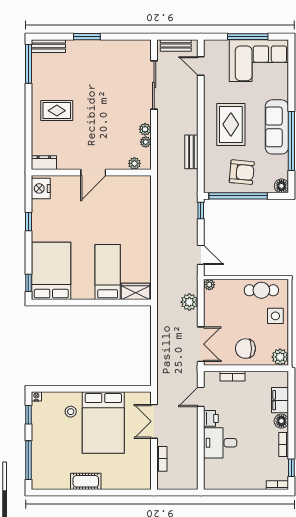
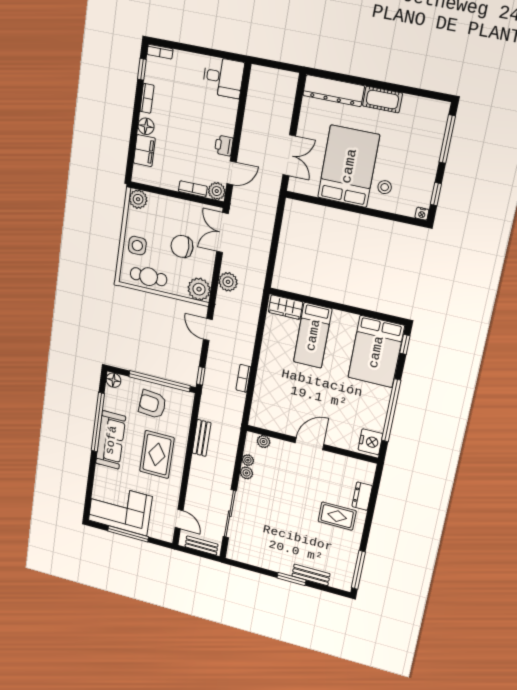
bench: (48, 46) -> (311, 575), moved
dresser: (44, 163) -> (362, 496), moved, turned 90
window: (28, 222) -> (391, 410), width x3.17
plant: (209, 285) -> (199, 289), width x1.88, depth x1.88
chair: (245, 349) -> (182, 246), moved, turned 180
plant: (211, 379) -> (217, 191), added
desk: (220, 443) -> (223, 77), moved
bookcase: (162, 459) -> (243, 378), moved
dresser: (127, 481) -> (334, 91), added

